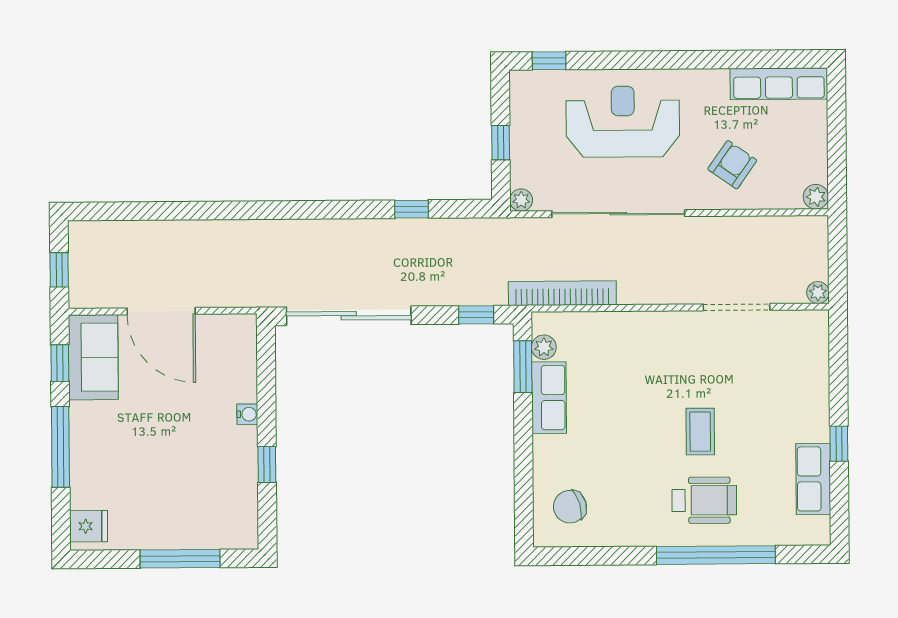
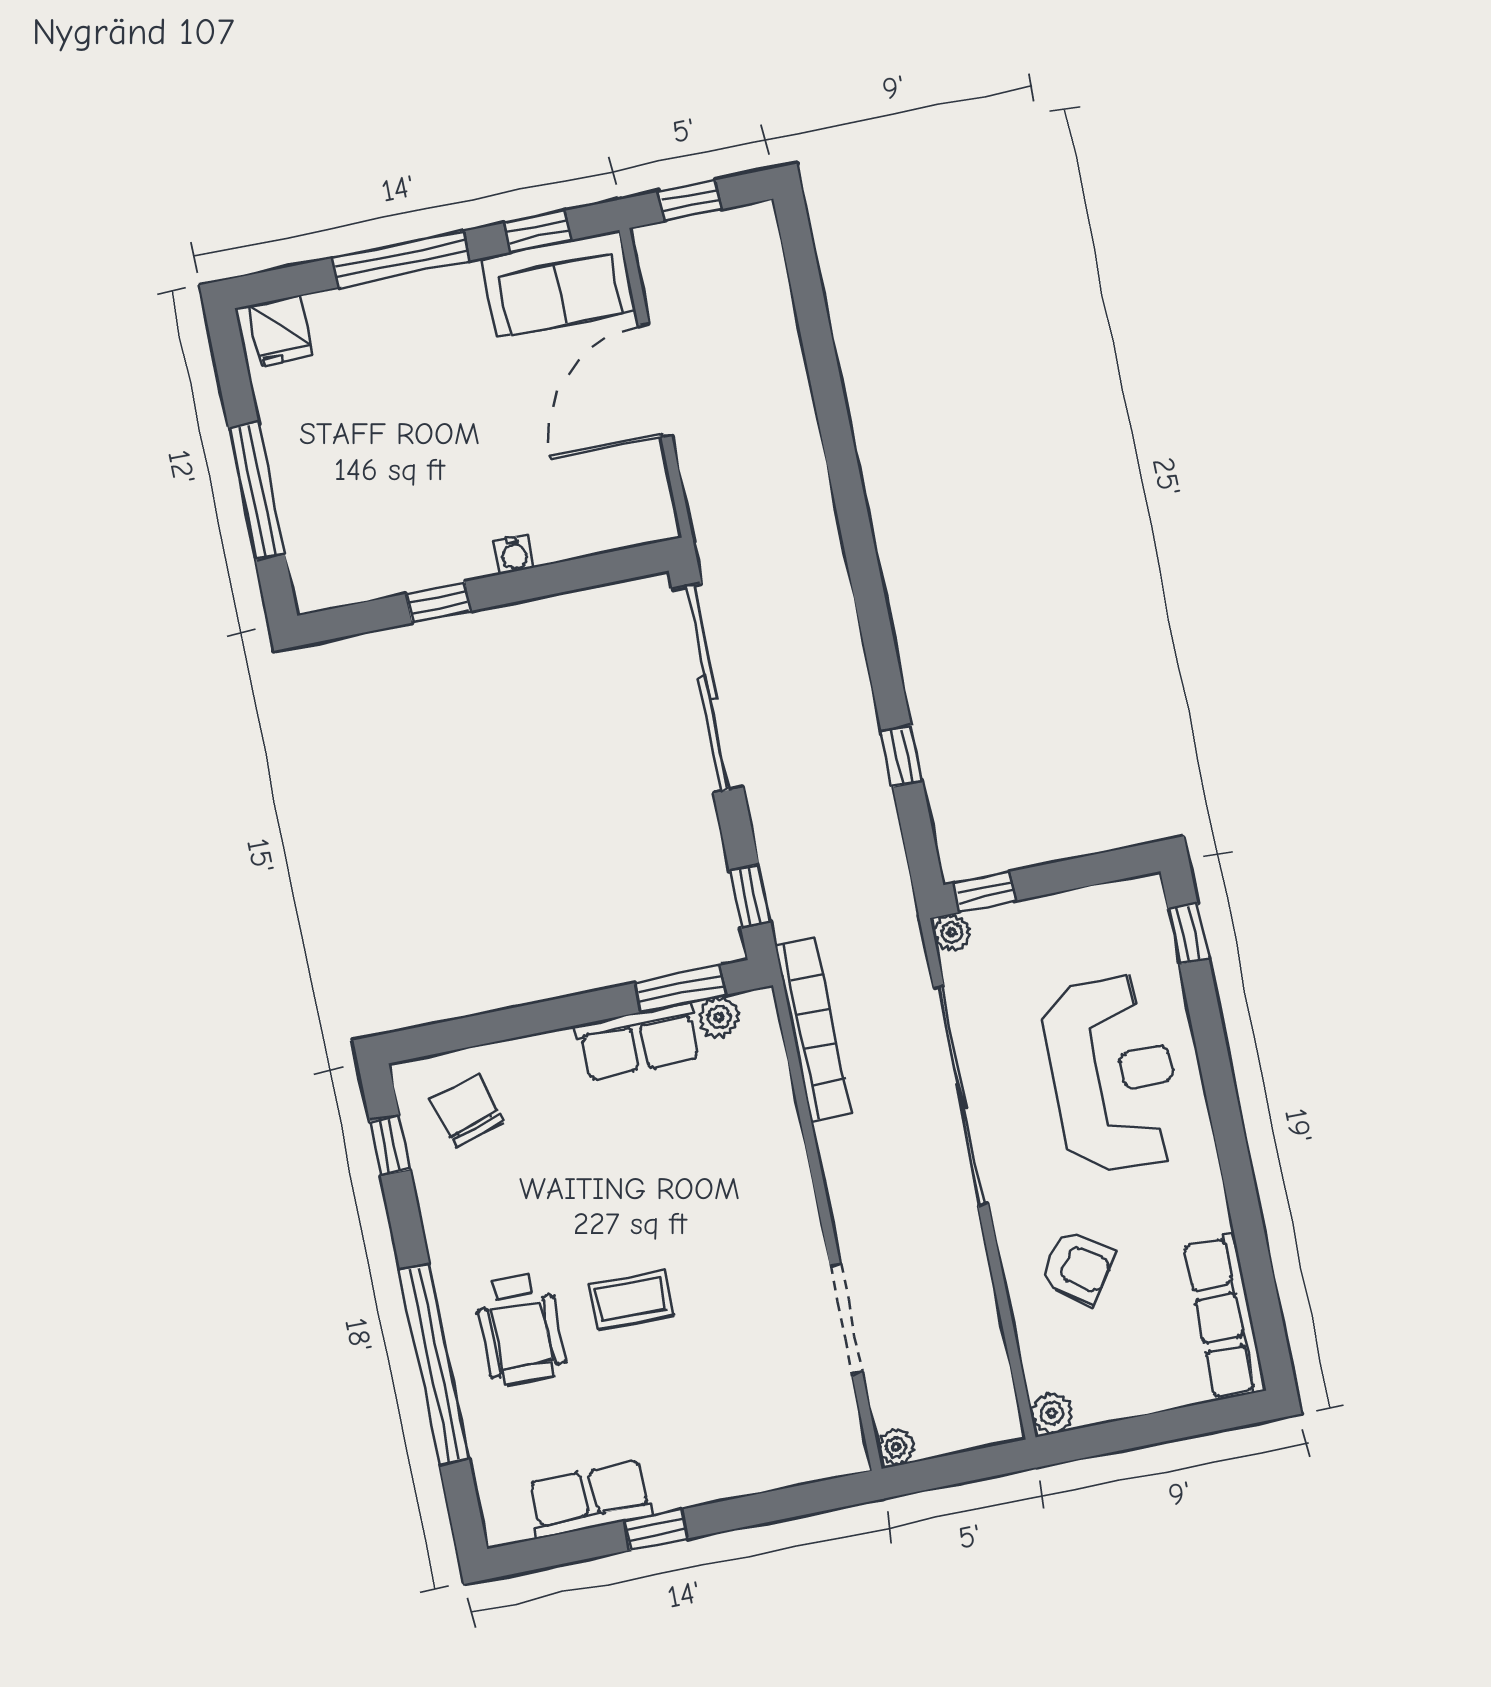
window: (501, 143) -> (985, 892), moved
window: (581, 556) -> (390, 1145), added

